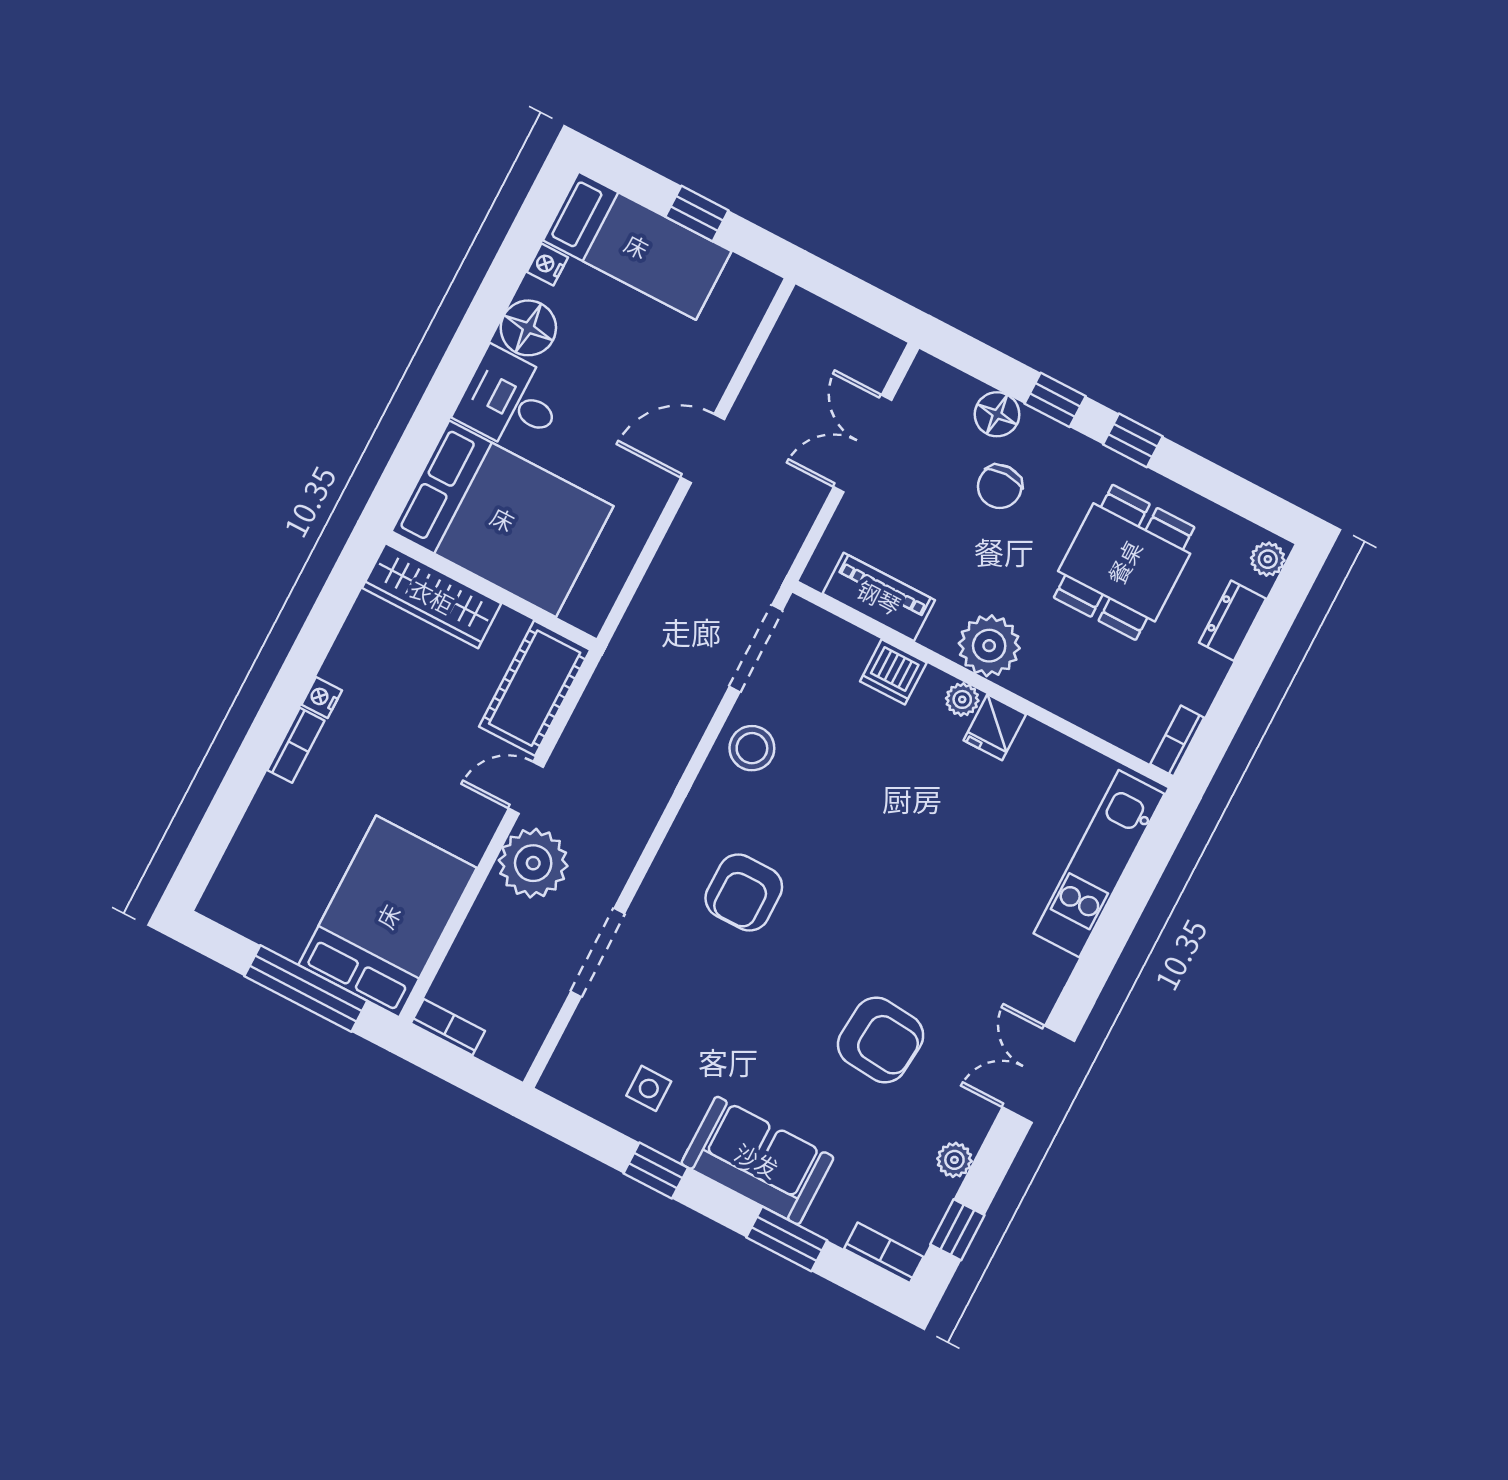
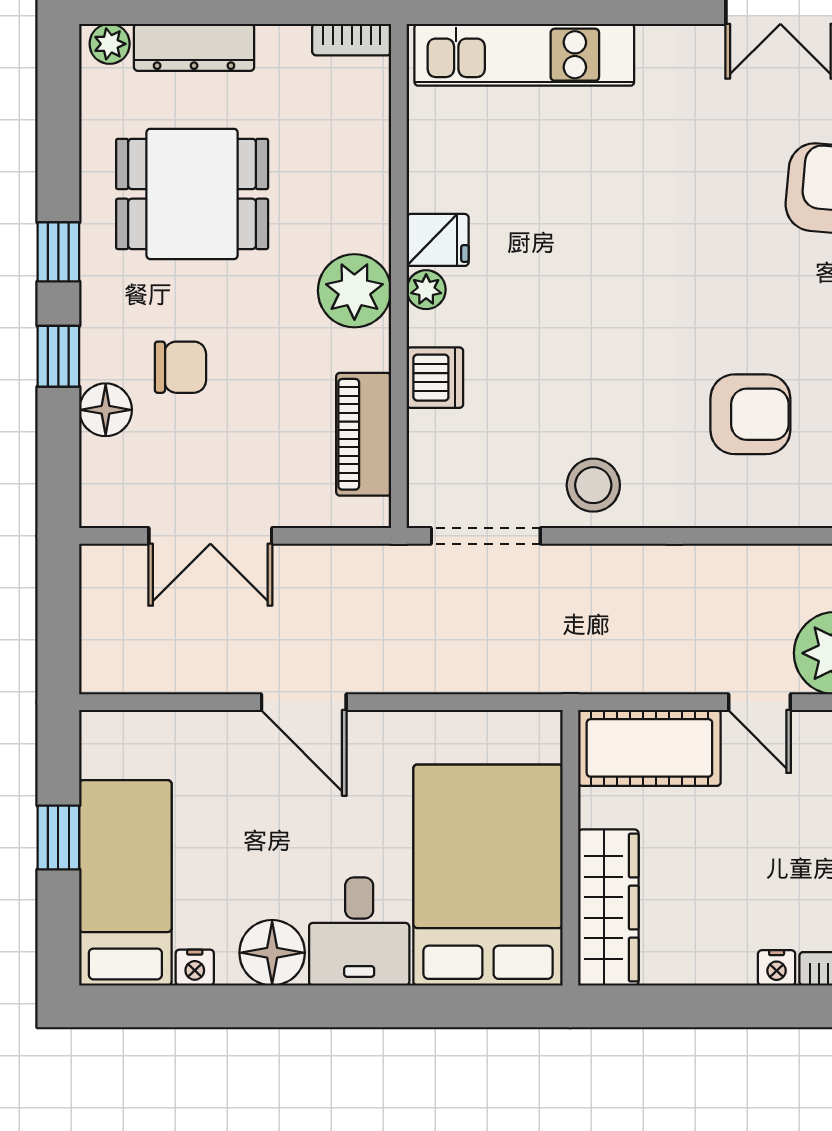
dresser: (1232, 621) -> (194, 47), width x1.44

